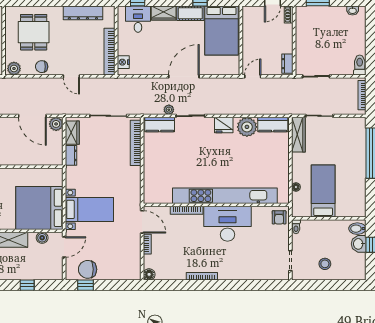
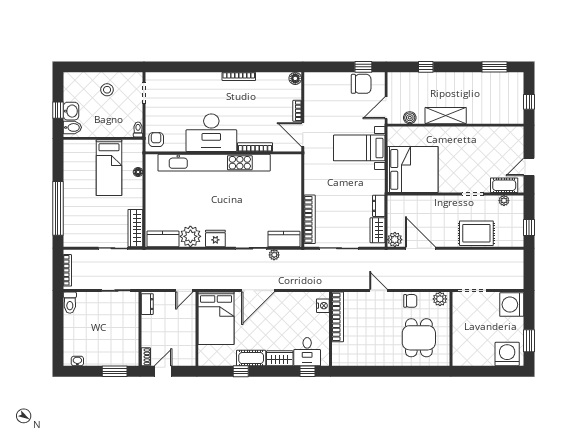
dresser: (83, 13) -> (366, 358), removed
bed: (221, 30) -> (216, 318), moved, turned 180
bed: (39, 208) -> (413, 169), moved

